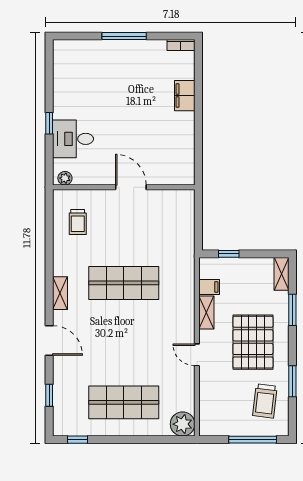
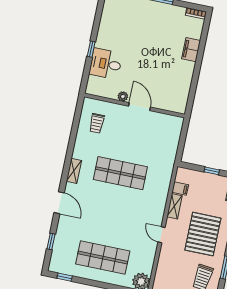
plant: (65, 178) -> (123, 96), moved
window: (229, 254) -> (212, 171), moved

